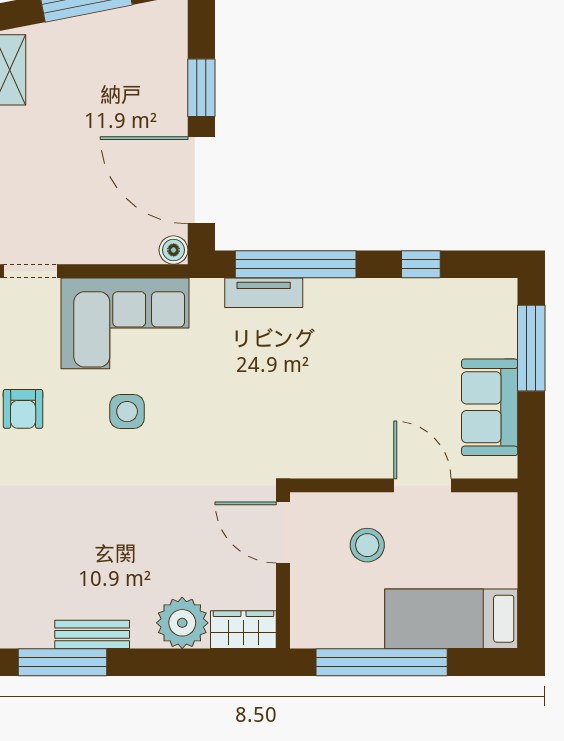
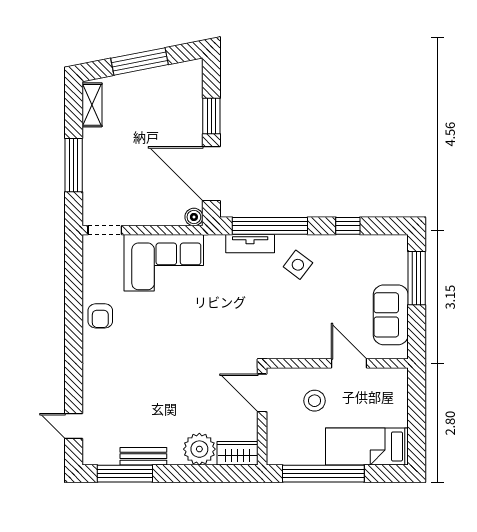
side table: (127, 412) -> (298, 265), moved, turned 37

